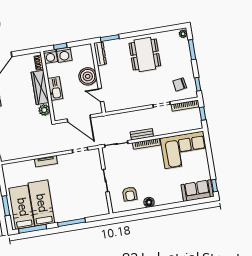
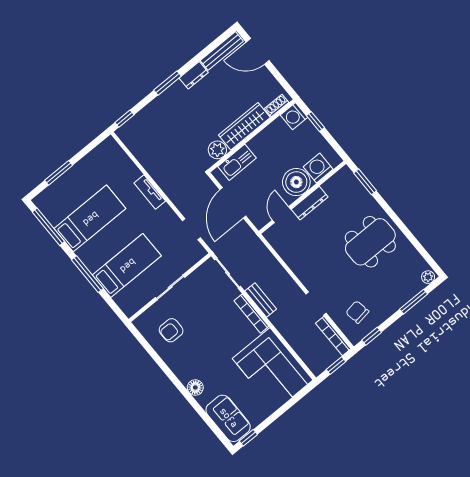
dresser: (100, 54) -> (310, 203), moved
washing machine: (64, 55) -> (318, 168), moved, turned 90
kitchen sink: (55, 89) -> (237, 162), moved
floor lamp: (149, 202) -> (195, 388), moved
bed: (22, 207) -> (127, 265), moved

